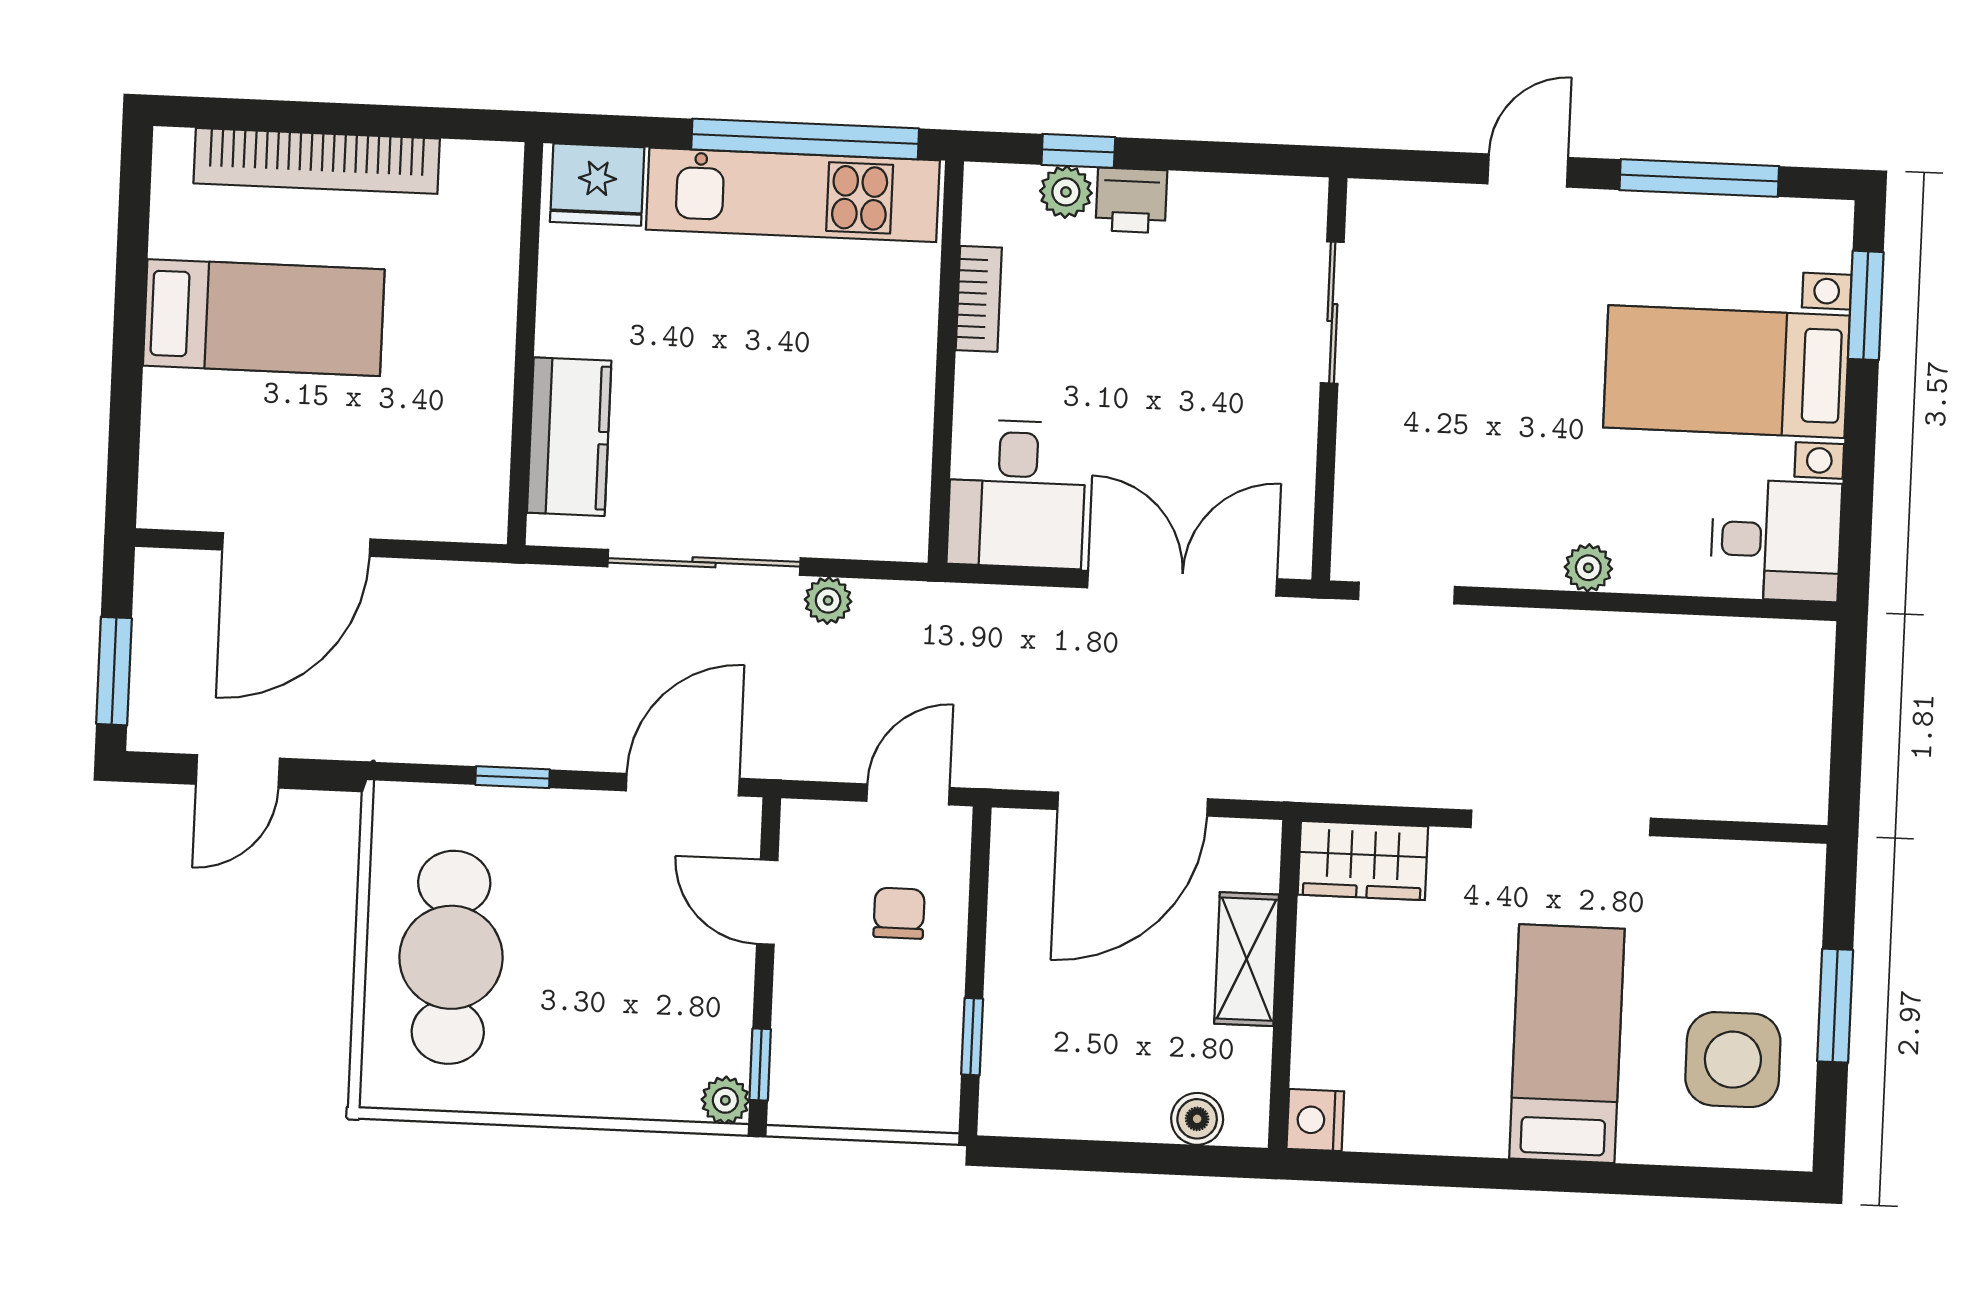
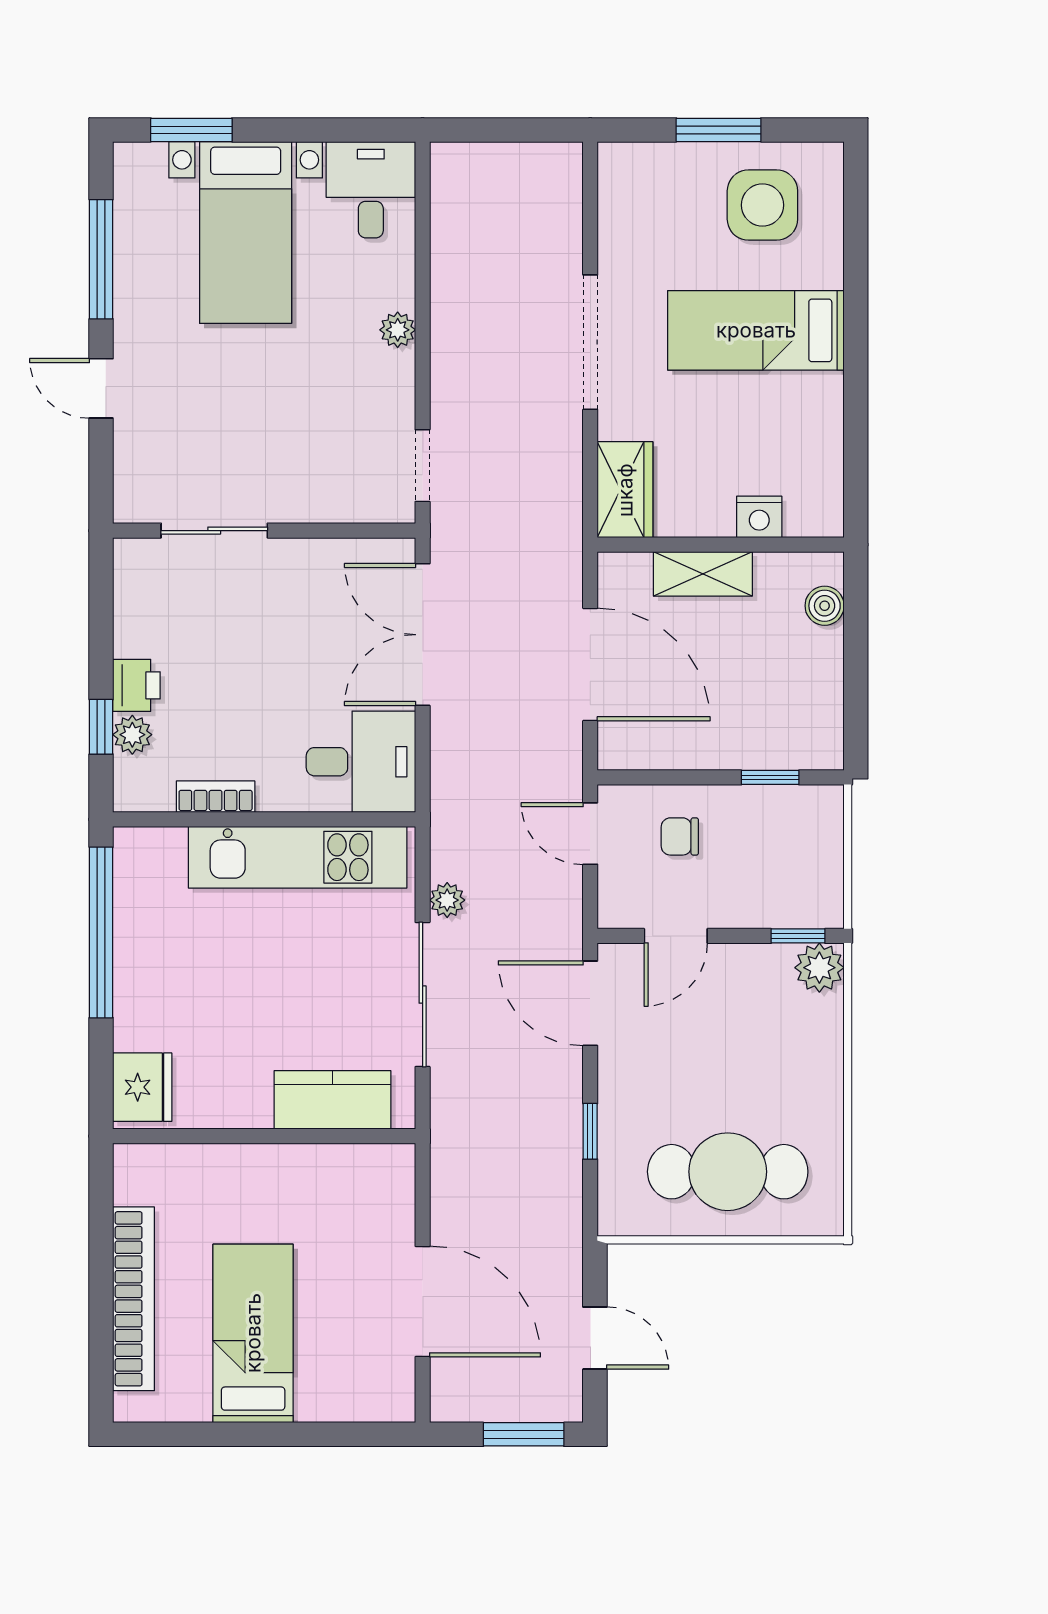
kitchen unit: (793, 195) -> (298, 857), moved, turned 90
plant: (725, 1100) -> (819, 968), width x1.38, depth x1.38
nightstand: (1315, 1120) -> (759, 517), moved

